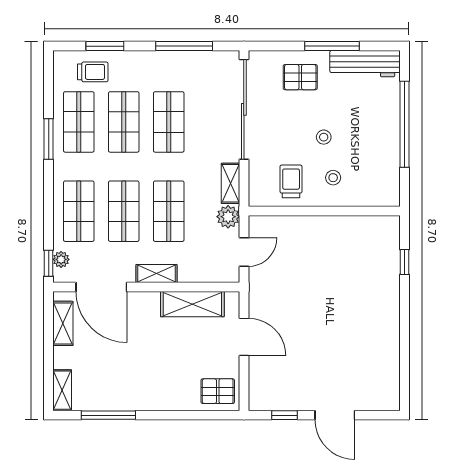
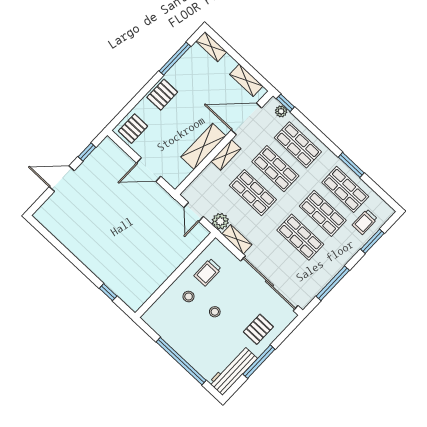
trolley: (291, 181) -> (208, 272), turned 90
shelving: (192, 304) -> (203, 146), moved
pallet: (156, 394) -> (162, 95), added

